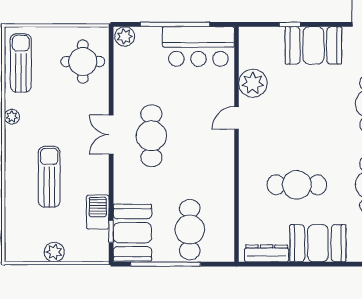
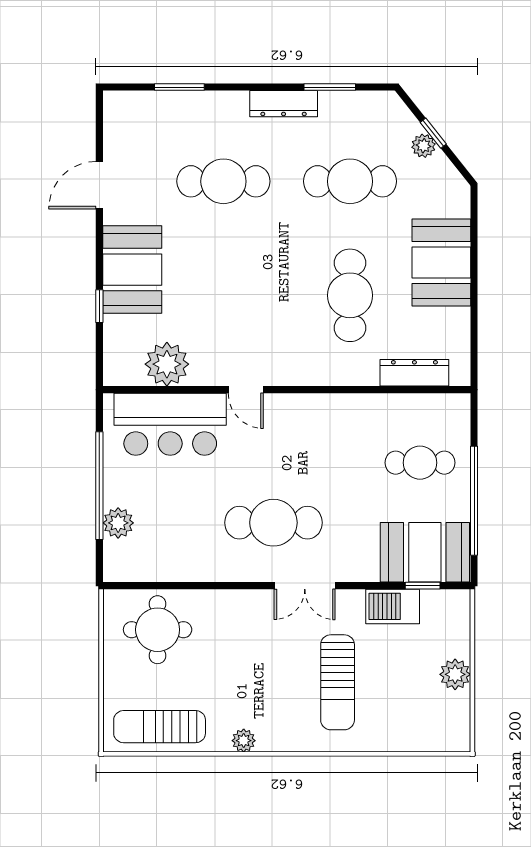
plant: (125, 36) -> (118, 523), moved
bar counter: (198, 46) -> (170, 424), moved, turned 90
plant: (253, 83) -> (167, 364), moved
double door: (111, 135) -> (305, 586), moved
sun lounger: (49, 177) -> (338, 682), turned -90
cafe table: (190, 230) -> (420, 463), width x0.73, depth x0.74
dresser: (267, 253) -> (414, 373), moved, turned 90

